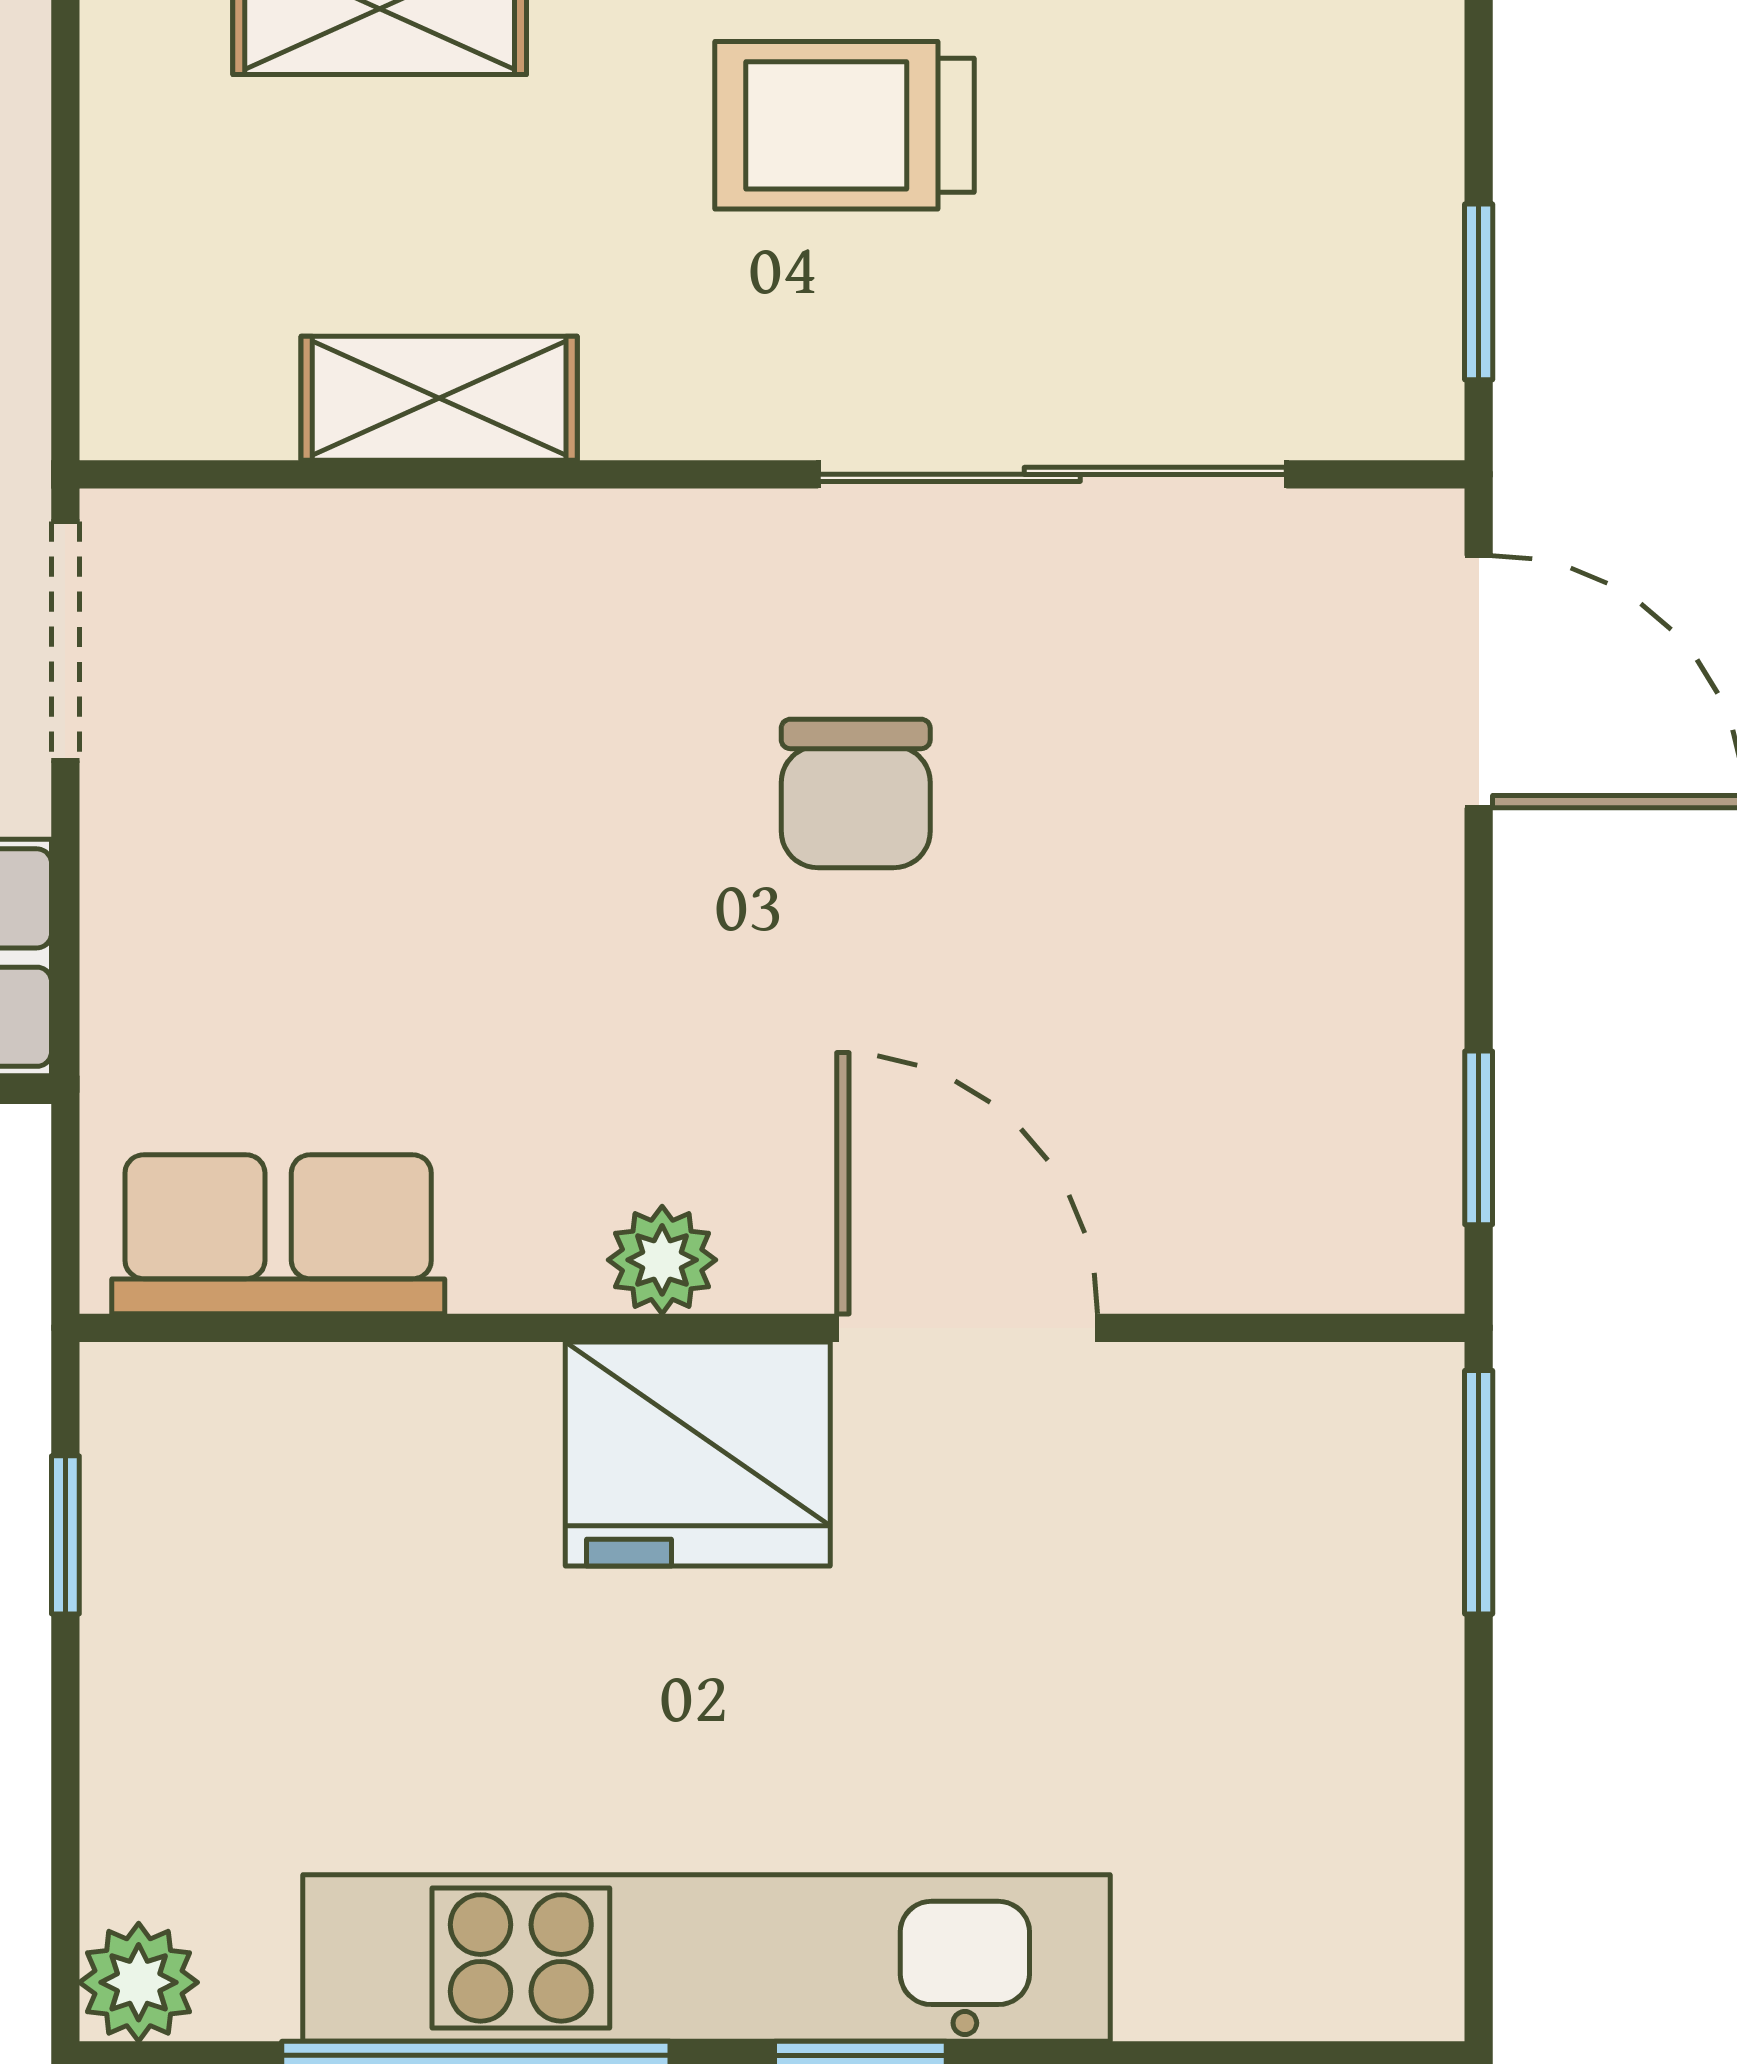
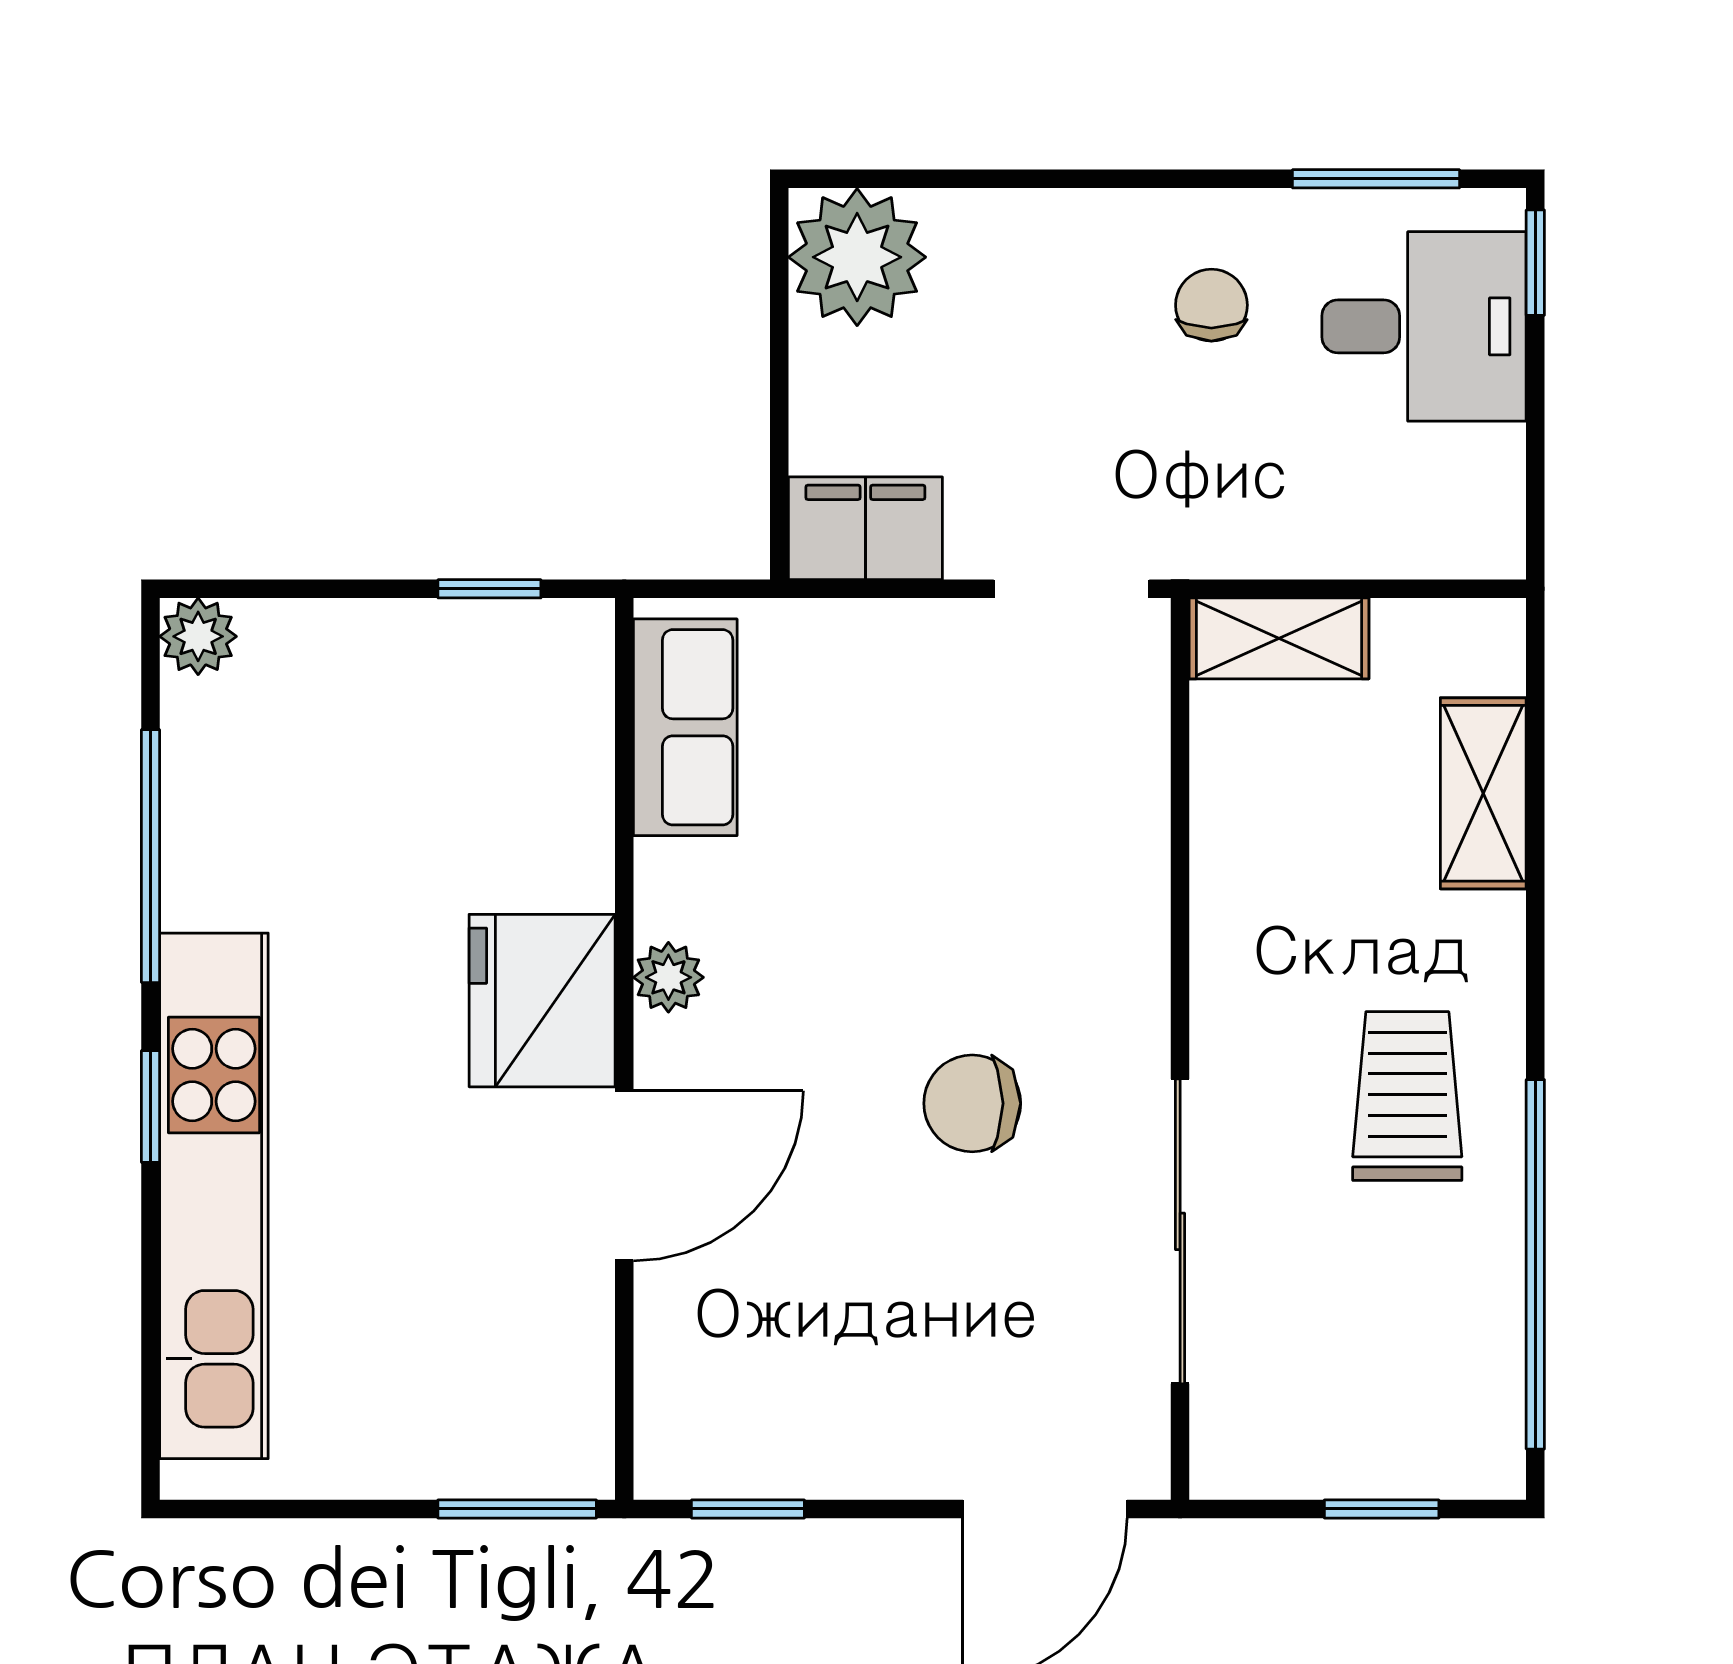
window: (1479, 292) -> (1382, 1509), moved
shelving: (439, 398) -> (1279, 638), moved, turned 90
kitchen unit: (707, 1958) -> (214, 1196), moved

